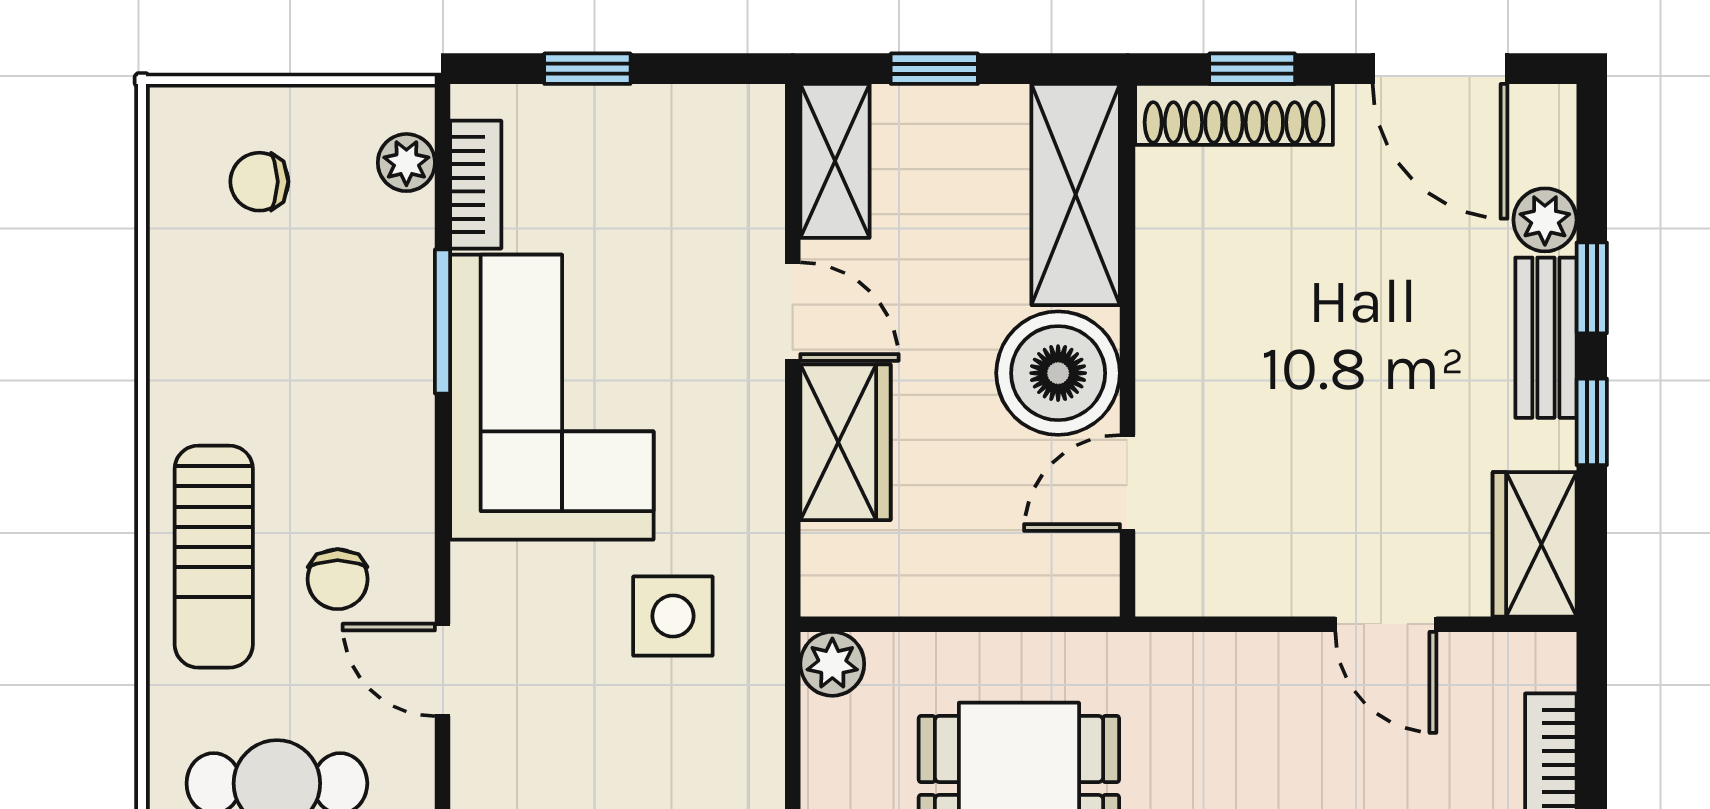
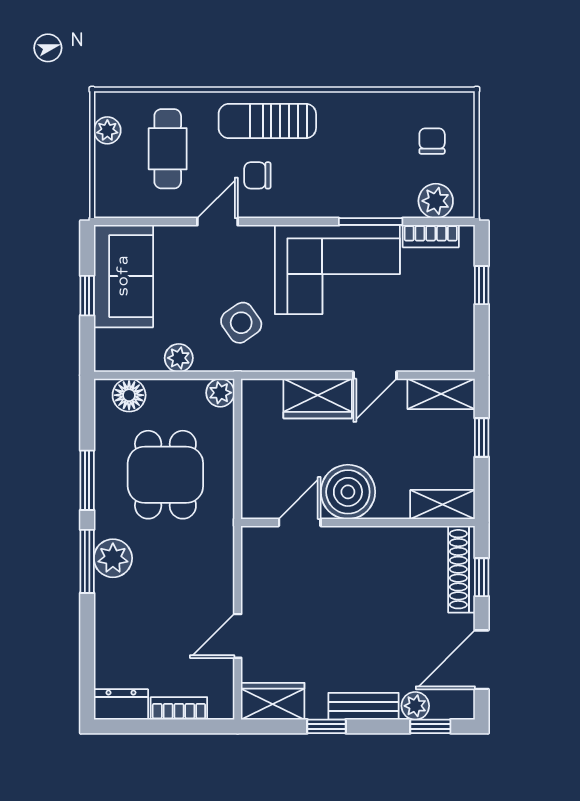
plant: (406, 163) -> (436, 201), width x1.38, depth x1.38
shelving: (1076, 195) -> (443, 504), width x0.67, depth x0.75
window: (1592, 288) -> (430, 726), moved
door: (1128, 483) -> (300, 522), hinge flipped
side table: (673, 616) -> (241, 323), turned -35
plant: (753, 758) -> (179, 358), added

